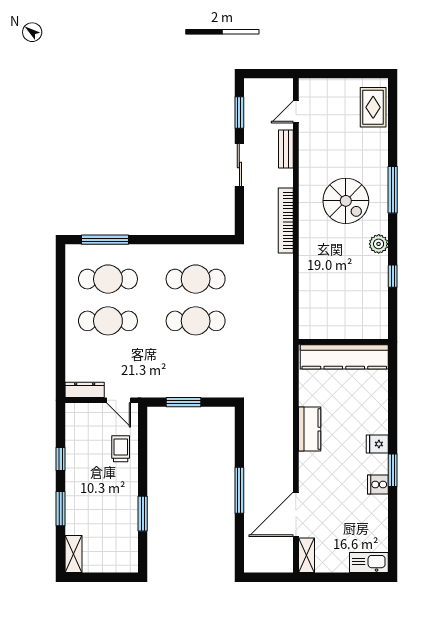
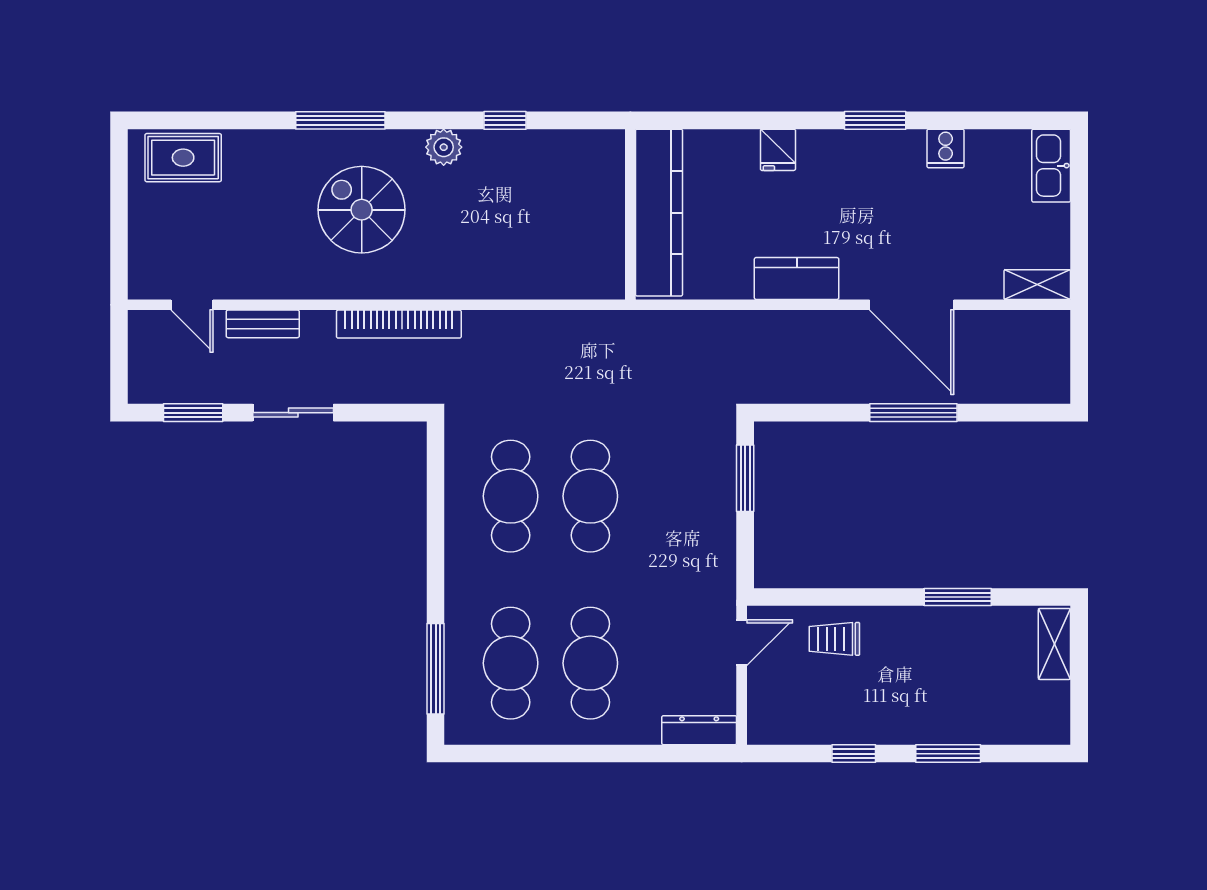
spiral stairs: (346, 201) -> (362, 210), turned -90
dresser: (85, 390) -> (699, 730), moved, turned 90
window: (184, 402) -> (745, 478), moved
fridge: (377, 444) -> (778, 150), moved
cooker: (378, 484) -> (946, 148), moved
door: (296, 514) -> (912, 305), moved
shelving: (73, 554) -> (1054, 644), moved, turned 90

